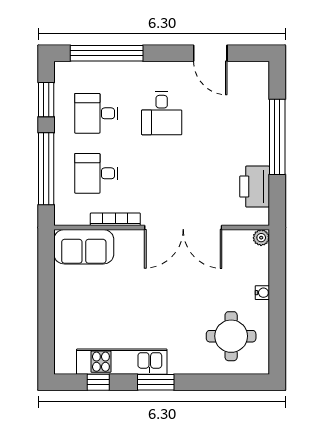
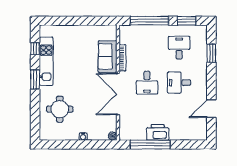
window: (107, 53) -> (211, 53), width x0.47
window: (277, 137) -> (150, 145), moved
desk: (96, 173) -> (147, 83), moved, turned 180
printer: (255, 187) -> (158, 132), moved
sofa: (84, 247) -> (108, 57), moved
round table: (231, 336) -> (60, 109), moved

